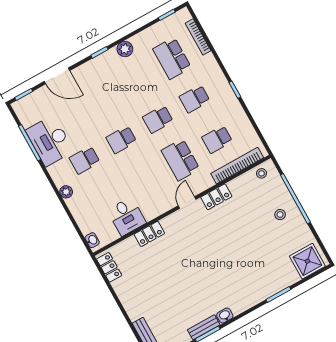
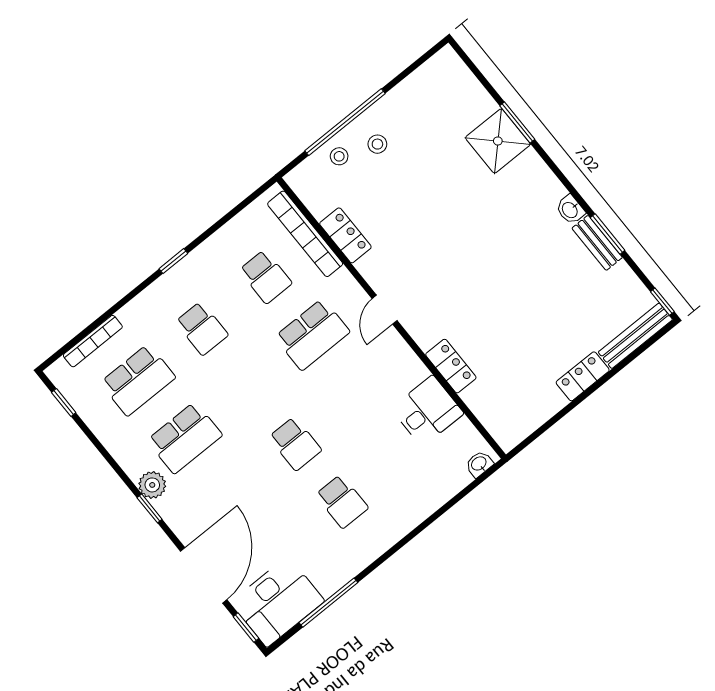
plant: (125, 49) -> (152, 485), moved
door: (57, 76) -> (204, 575), width x1.36
school desk: (158, 119) -> (185, 438), moved, width x1.85
desk: (50, 141) -> (278, 602), moved
stool: (262, 173) -> (339, 156), moved
plant: (66, 192) -> (403, 524), removed
locker: (216, 197) -> (345, 235), moved
door: (187, 202) -> (385, 310), hinge flipped
shower: (307, 261) -> (498, 141), moved
locker: (109, 267) -> (583, 376), moved

